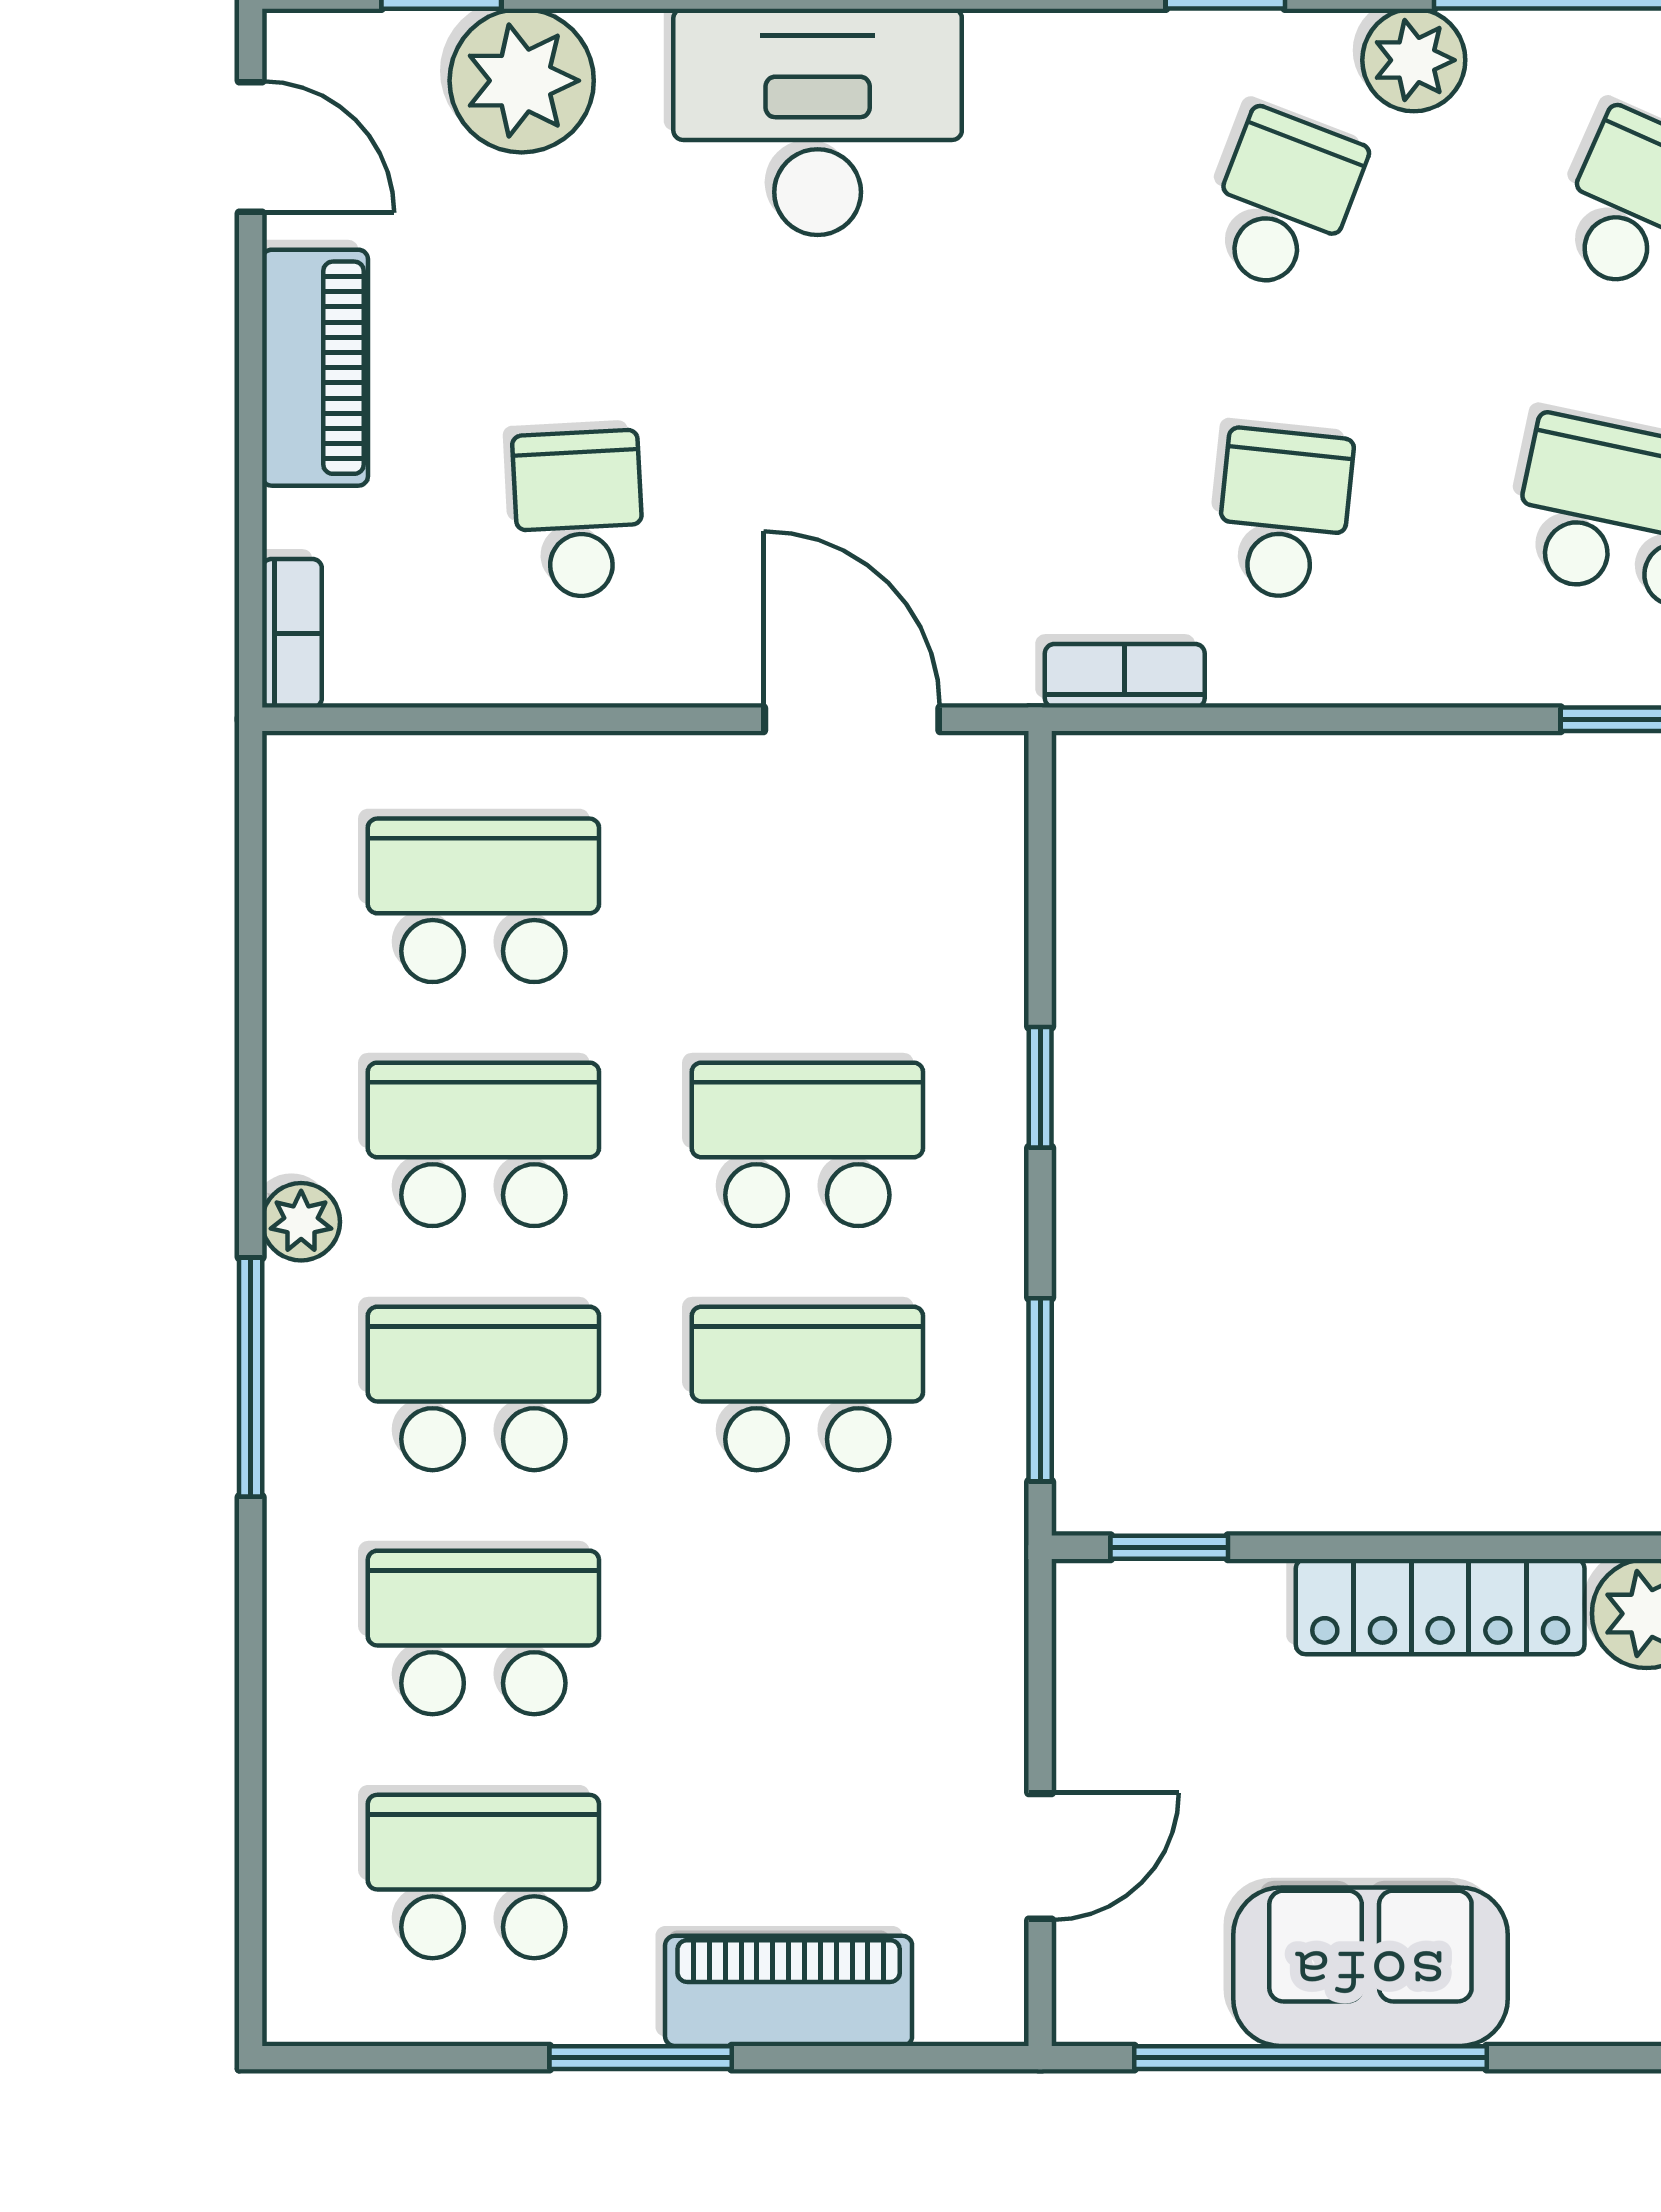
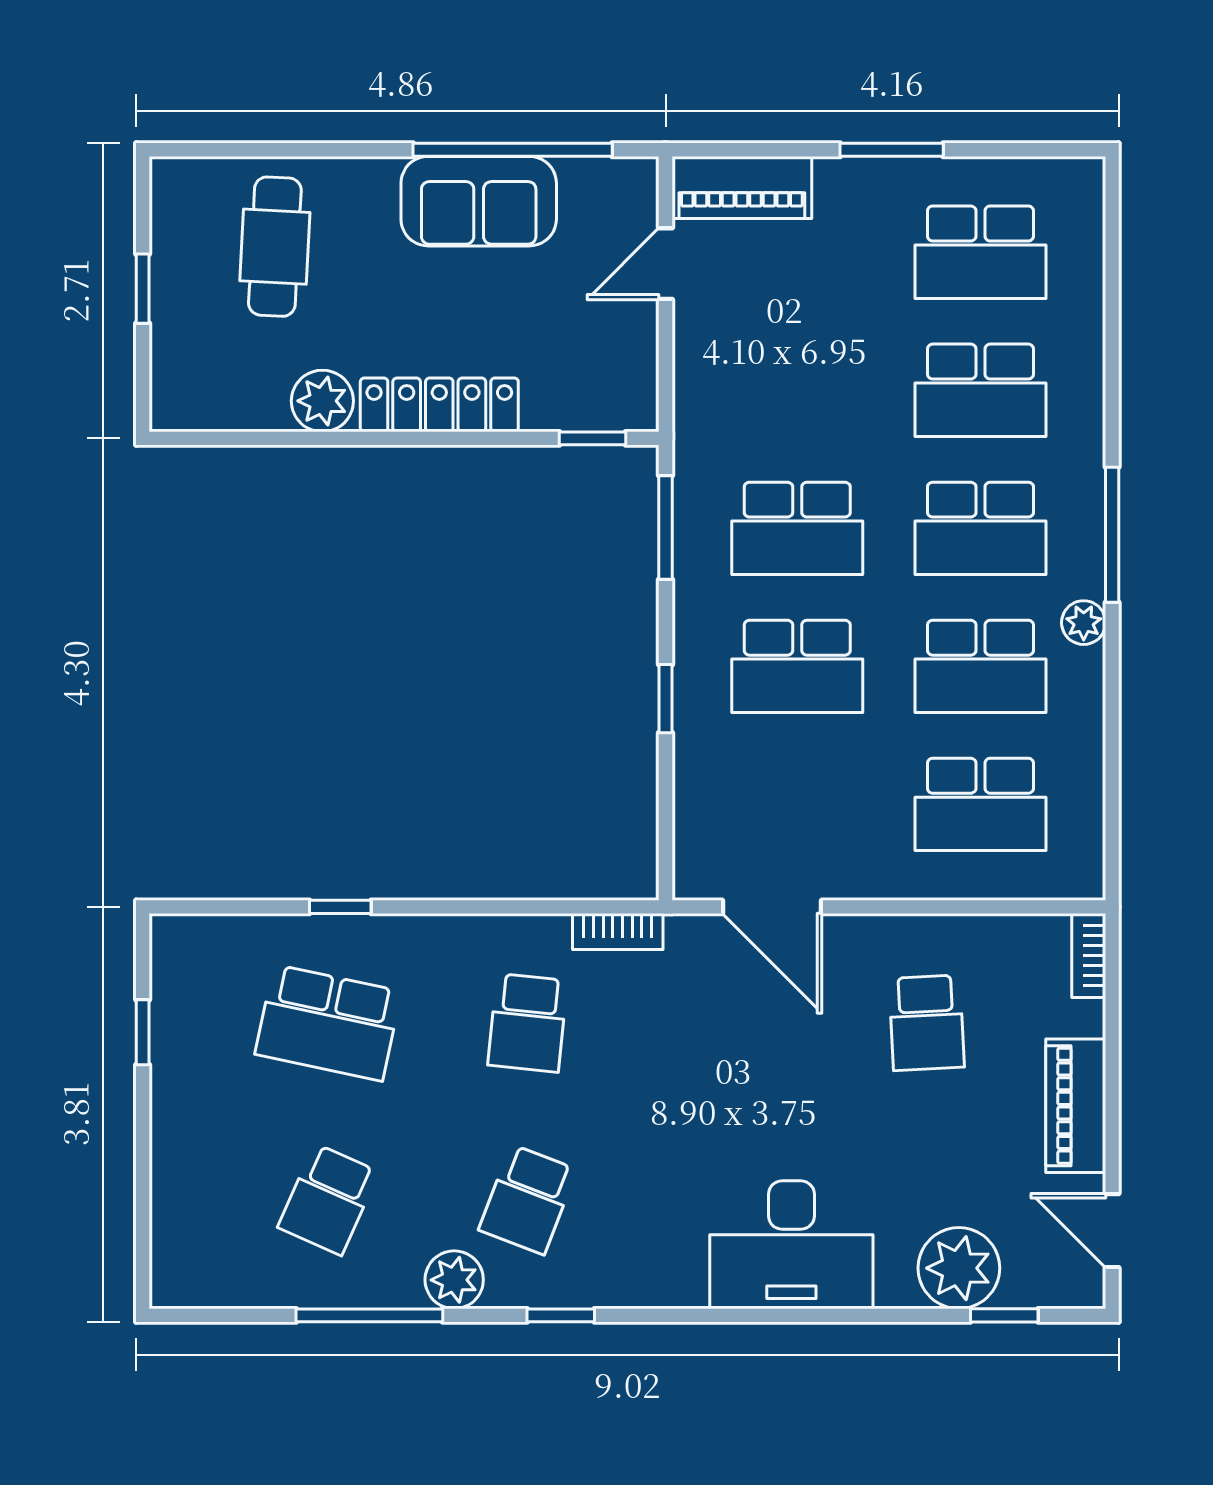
piano: (789, 1991) -> (742, 188), moved

